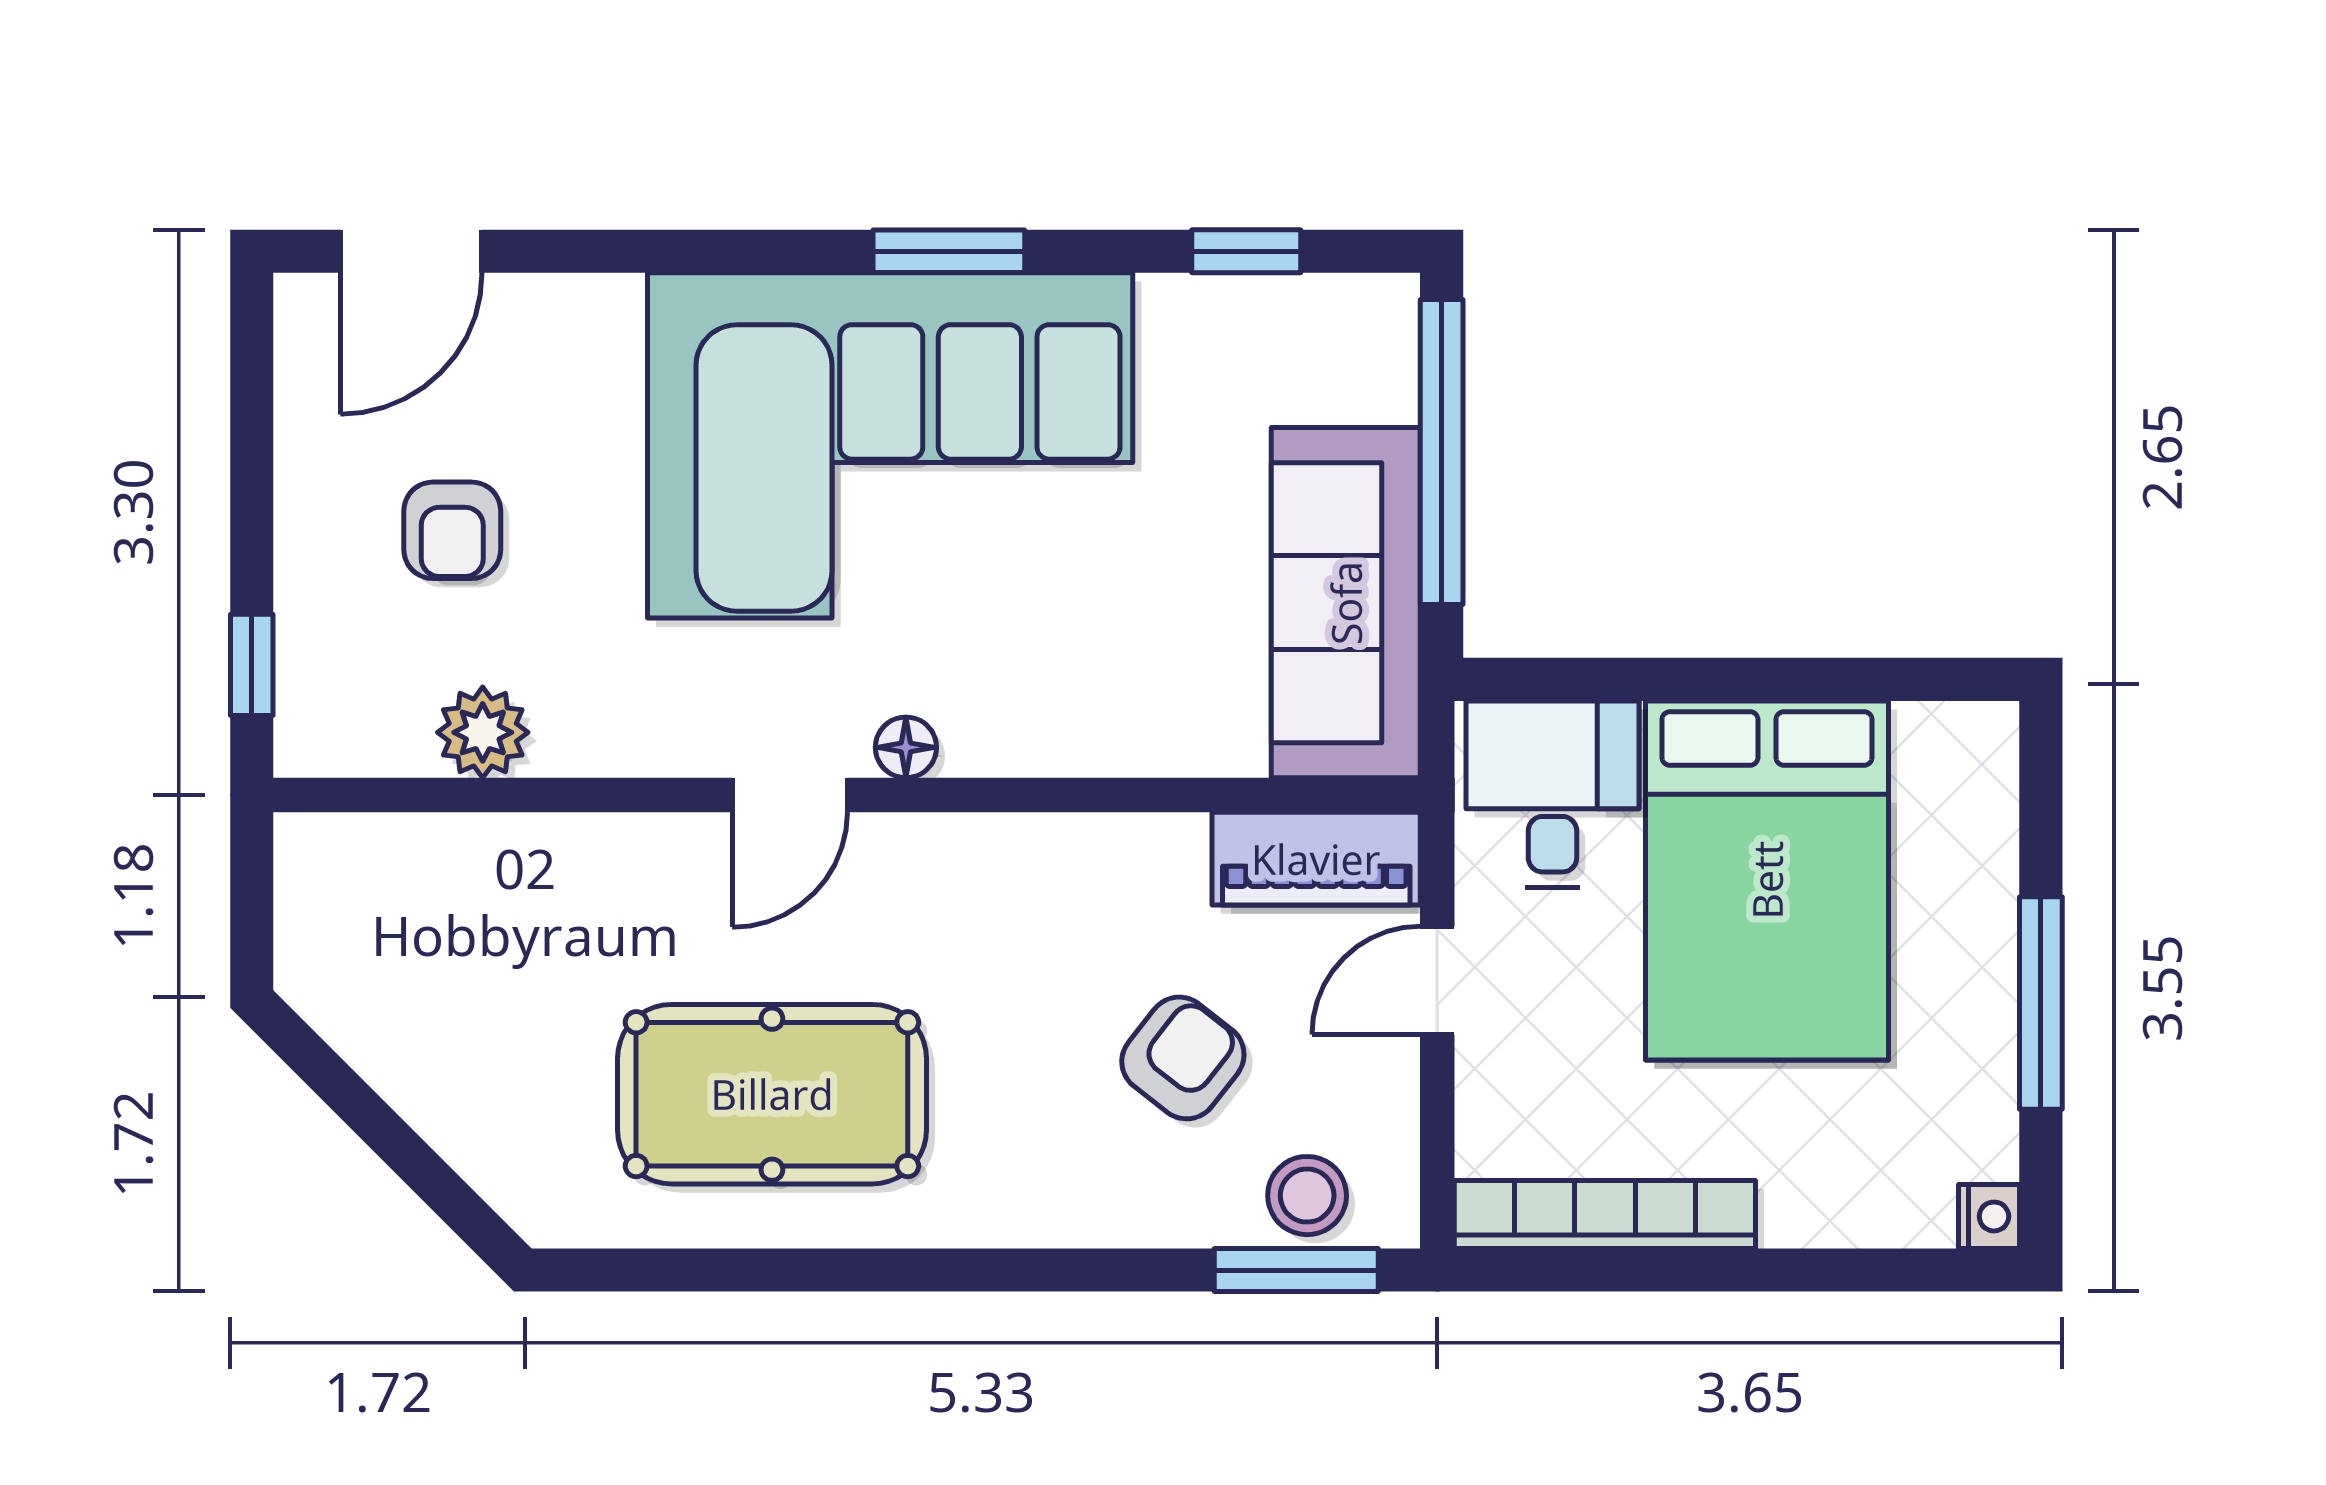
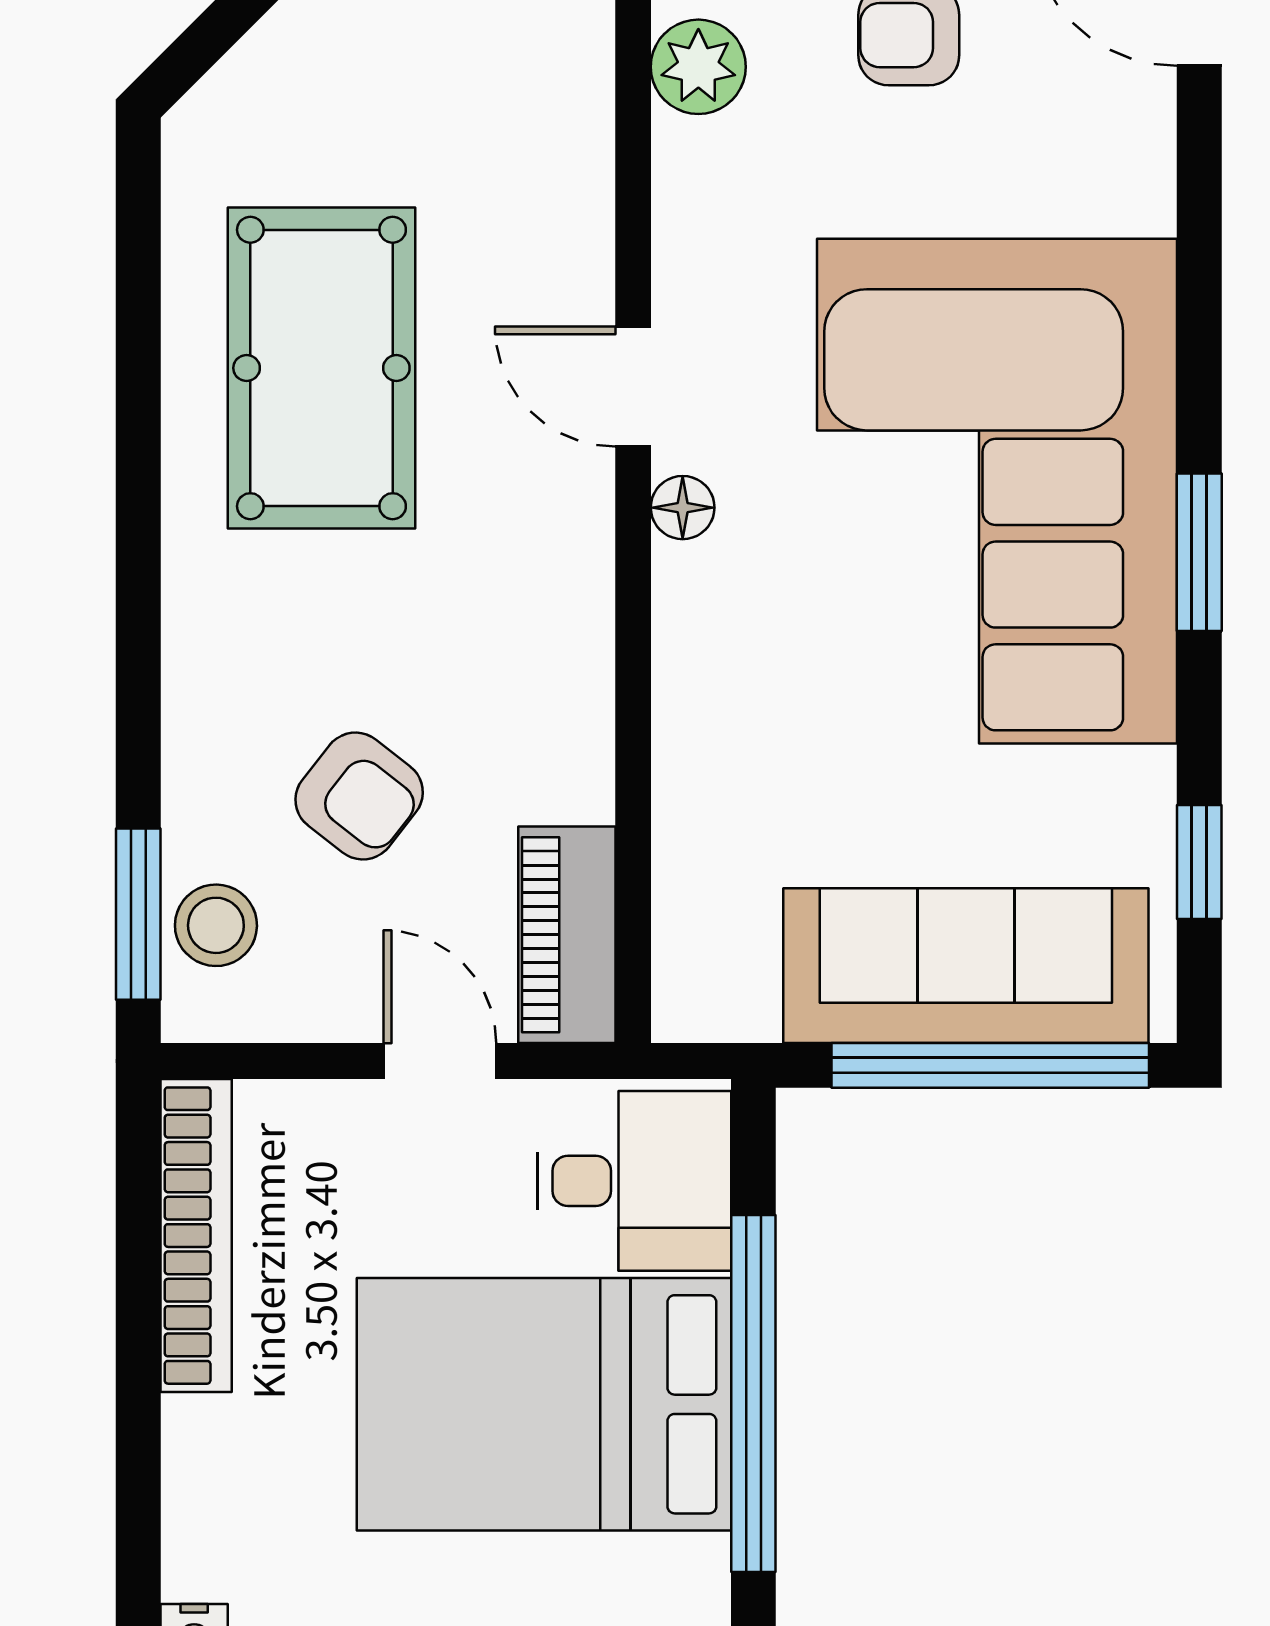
sofa: (1346, 603) -> (966, 966), moved
window: (1757, 679) -> (753, 1393), added

